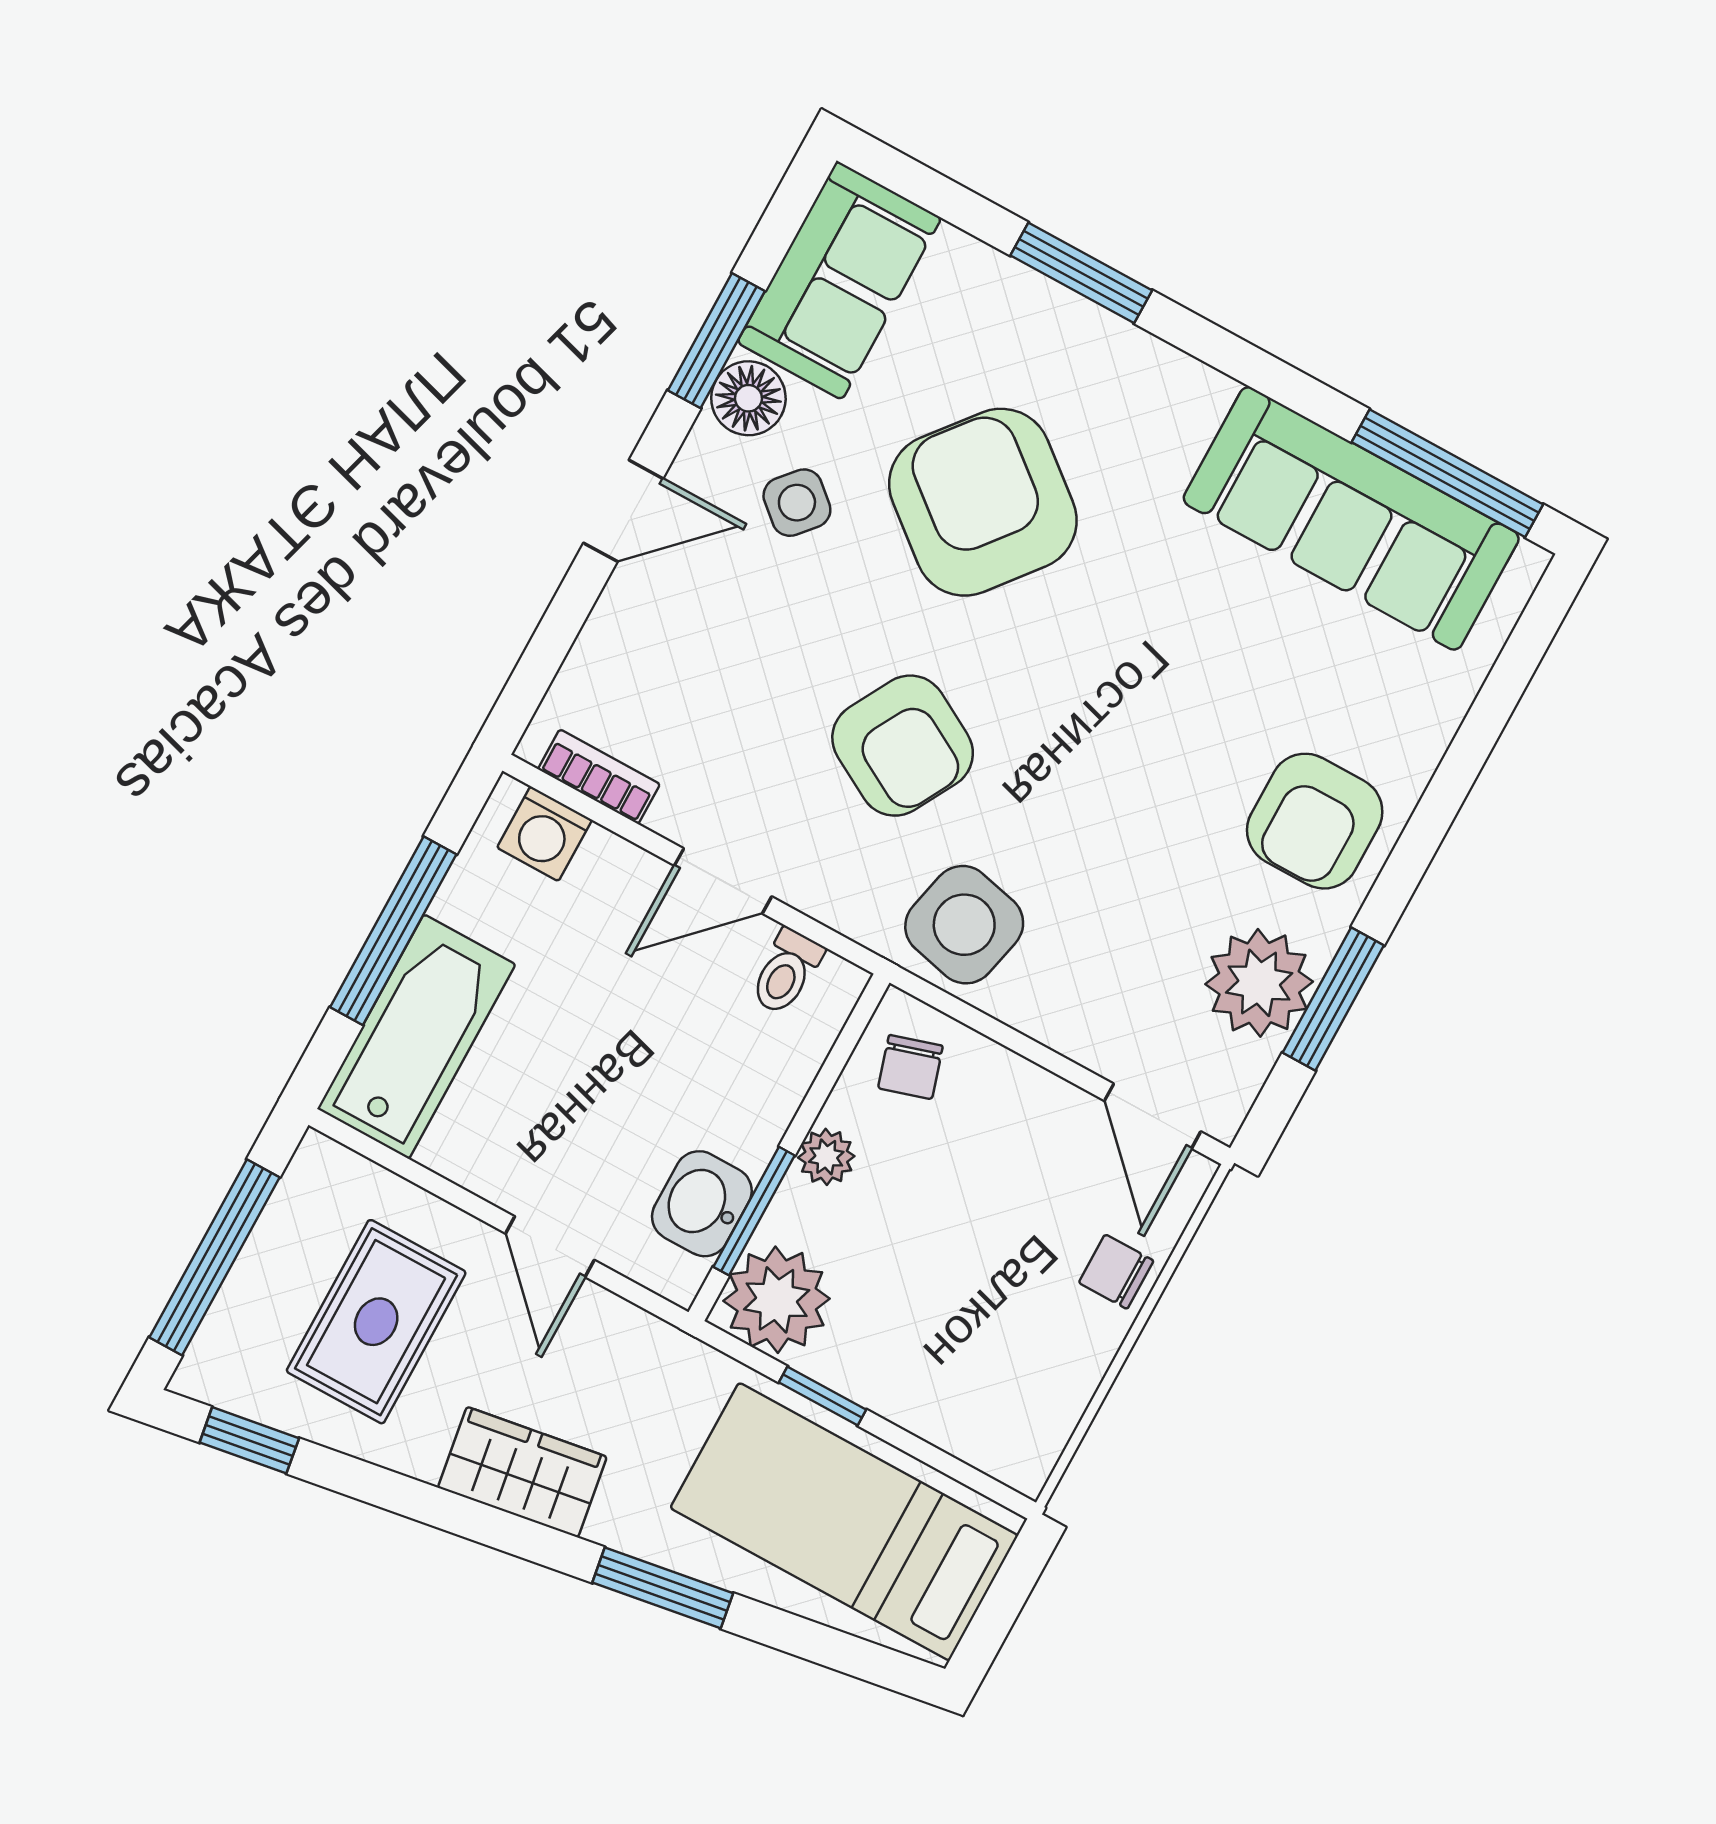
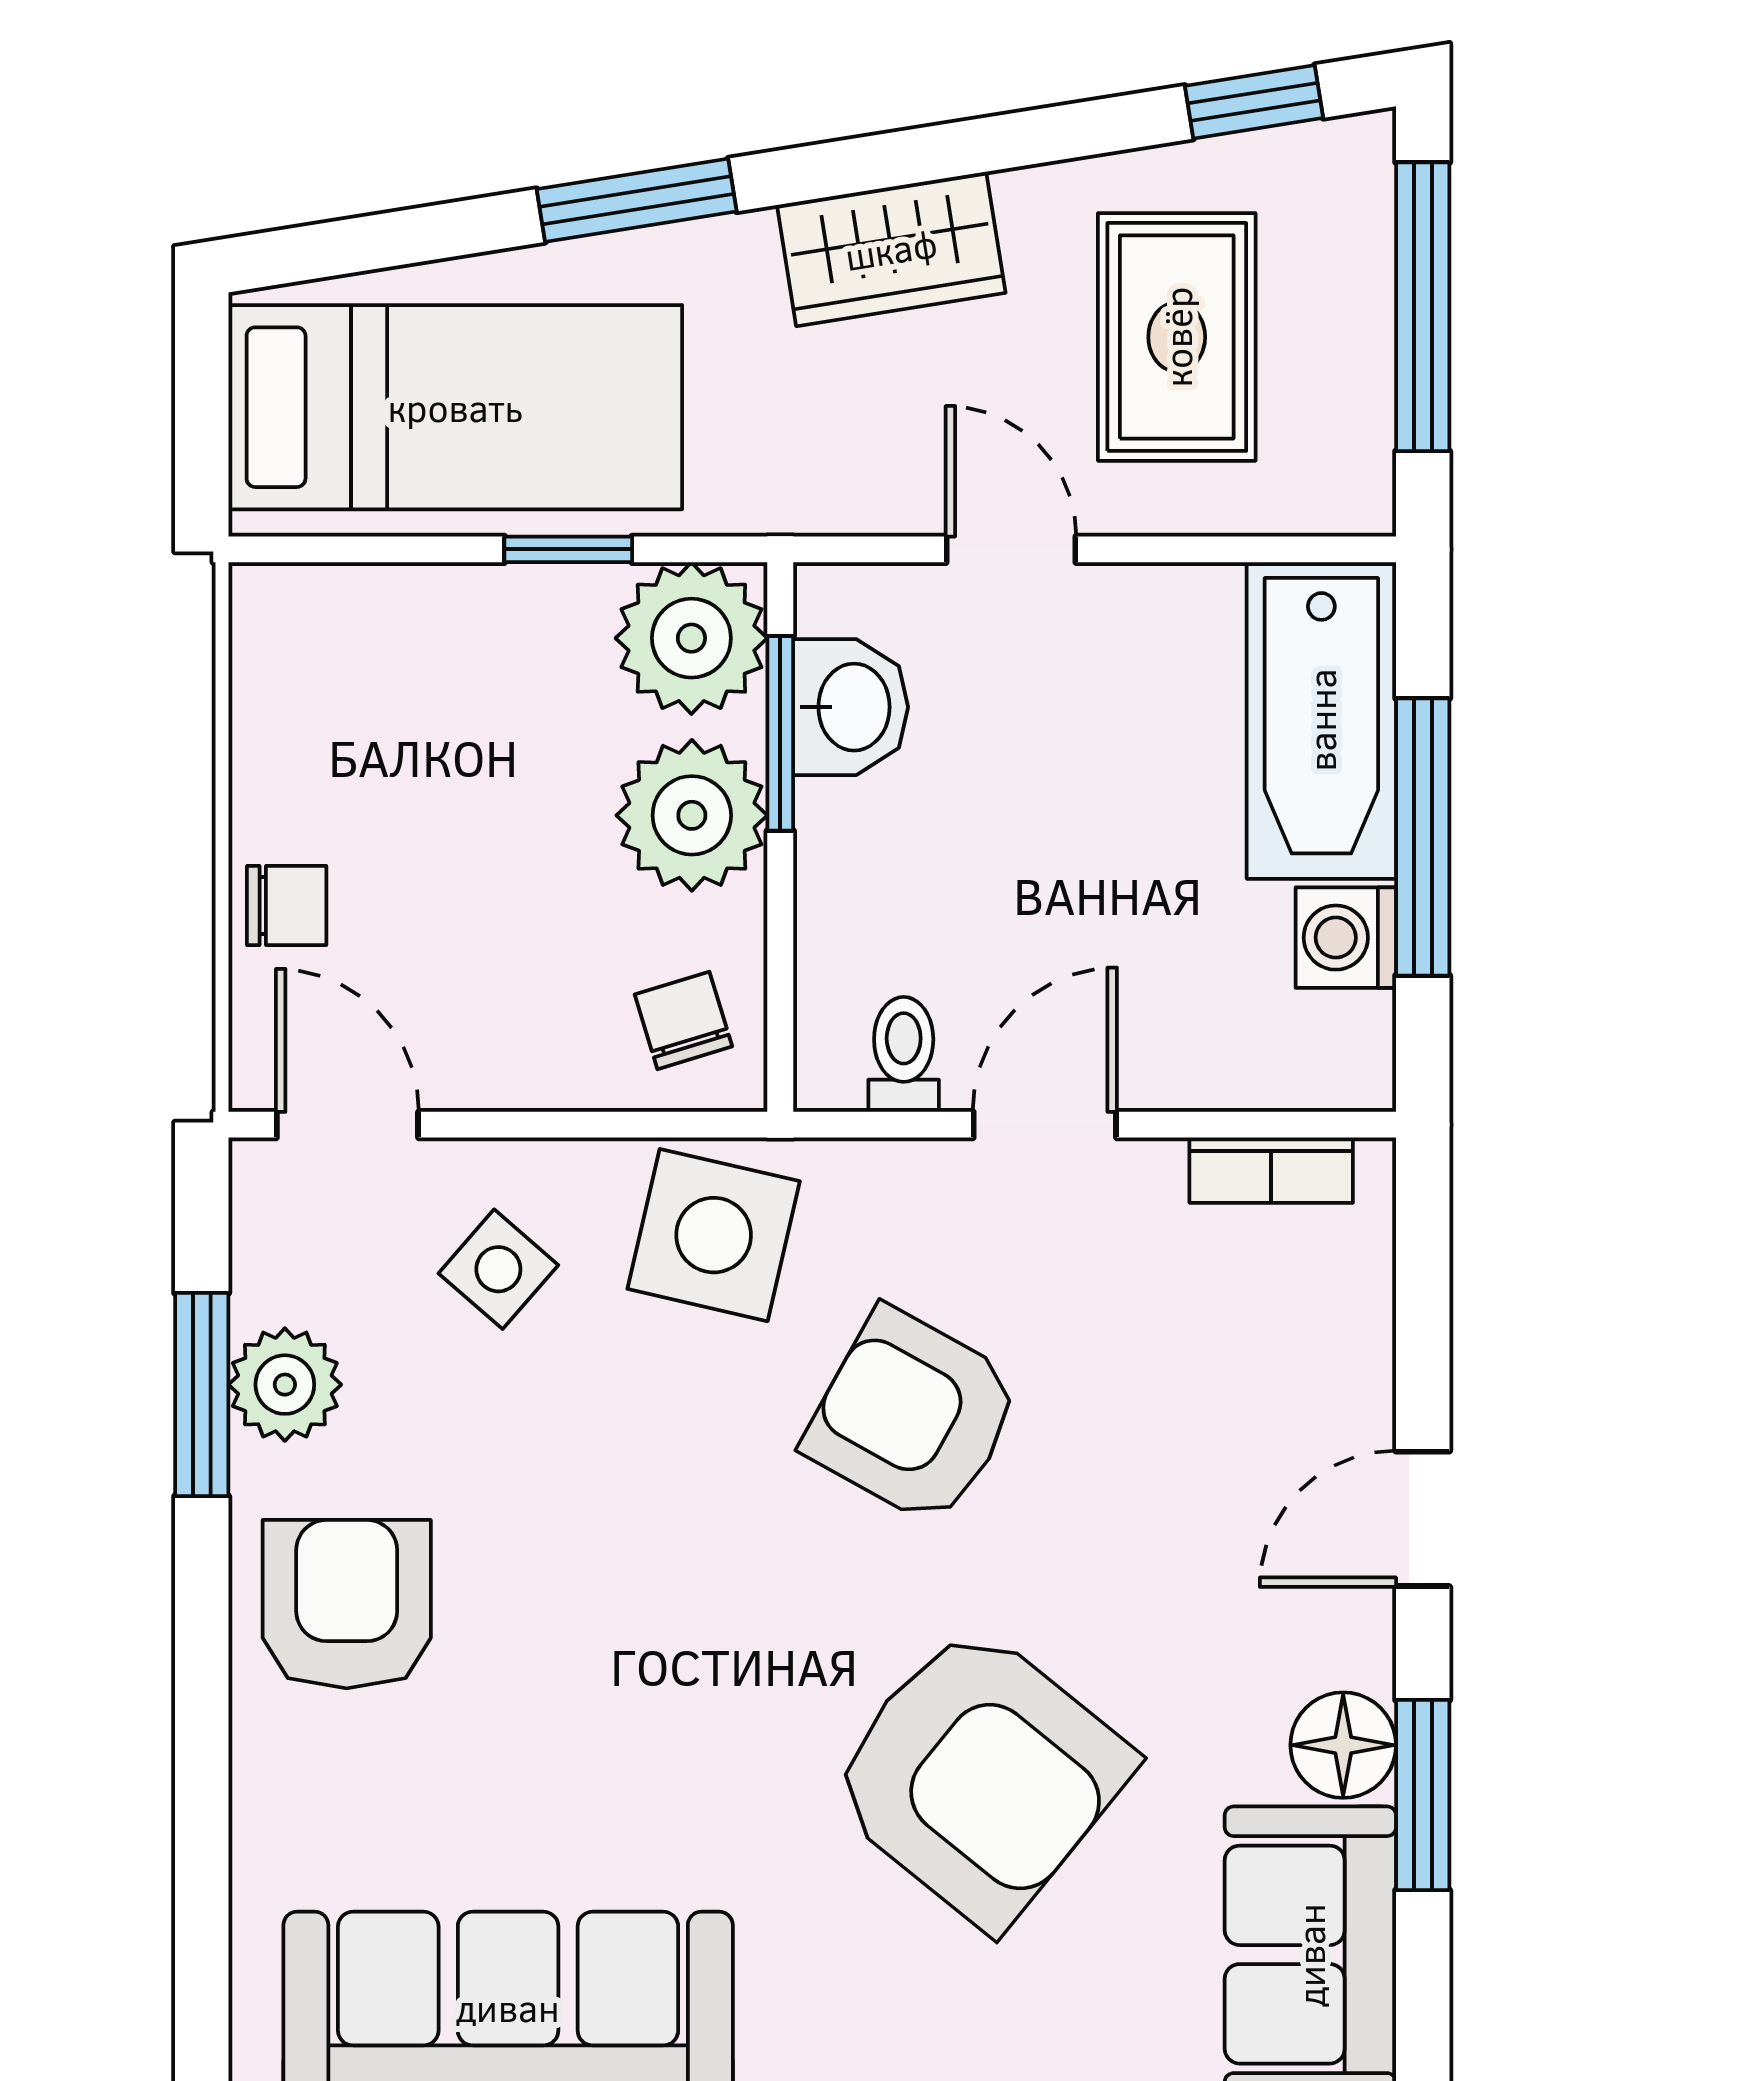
side table: (797, 503) -> (498, 1269), moved
washing machine: (545, 834) -> (1346, 938), moved, turned -90
plant: (1259, 983) -> (285, 1385), width x0.73, depth x0.73
plant: (826, 1157) -> (692, 815), width x1.88, depth x1.88

